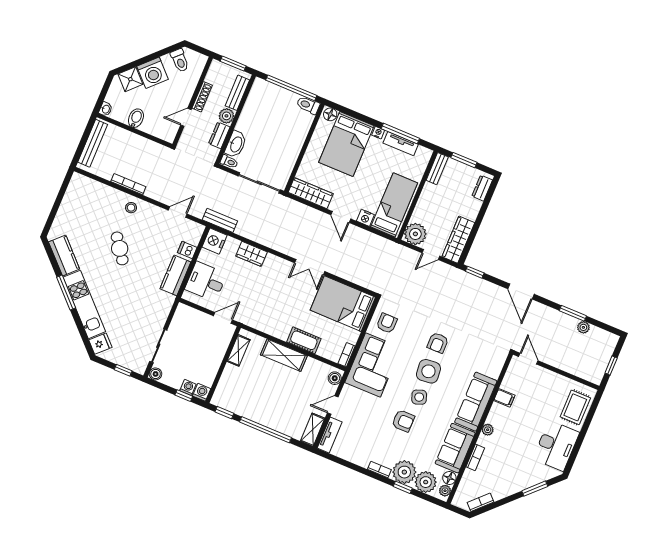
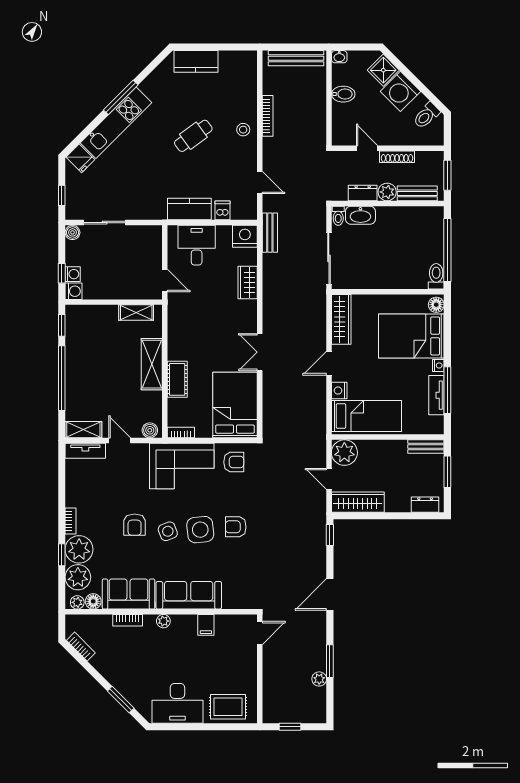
kitchen counter: (64, 255) -> (196, 61), moved, turned 45

